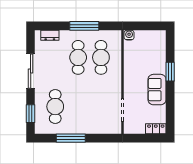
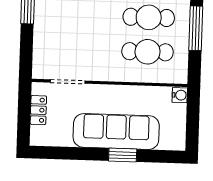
sofa: (157, 90) -> (116, 131), width x1.85, depth x1.27
locker: (156, 129) -> (38, 110), moved

